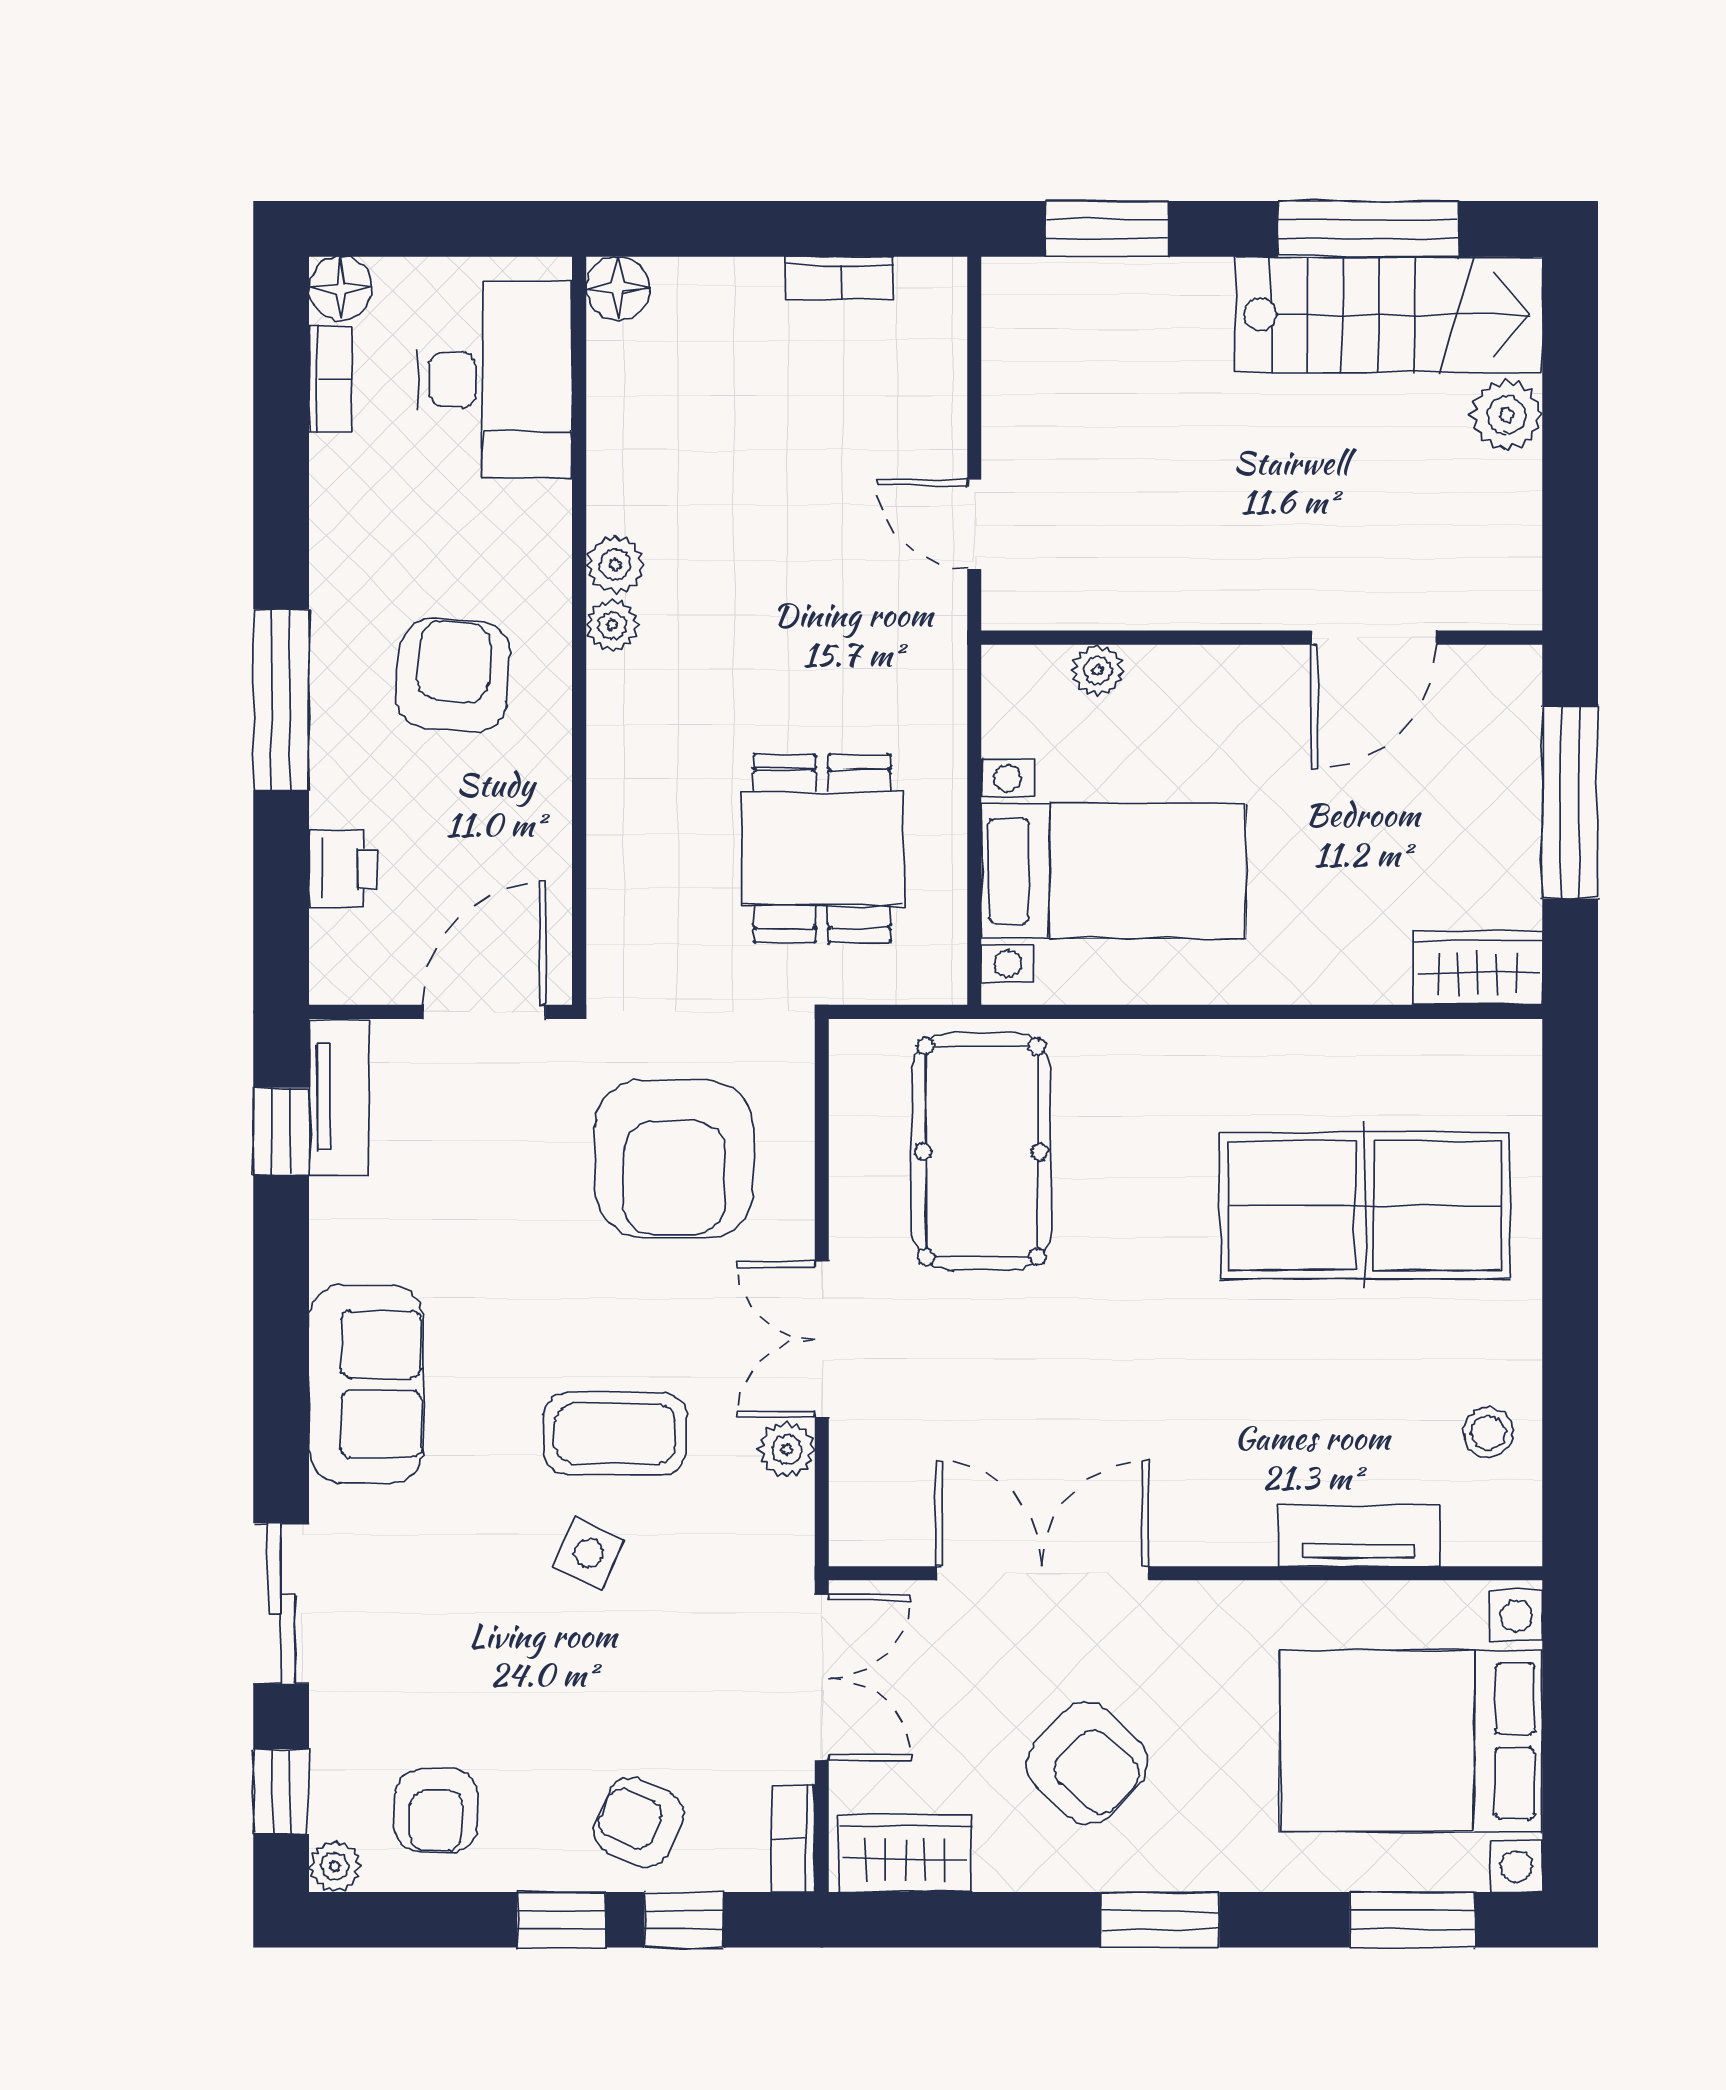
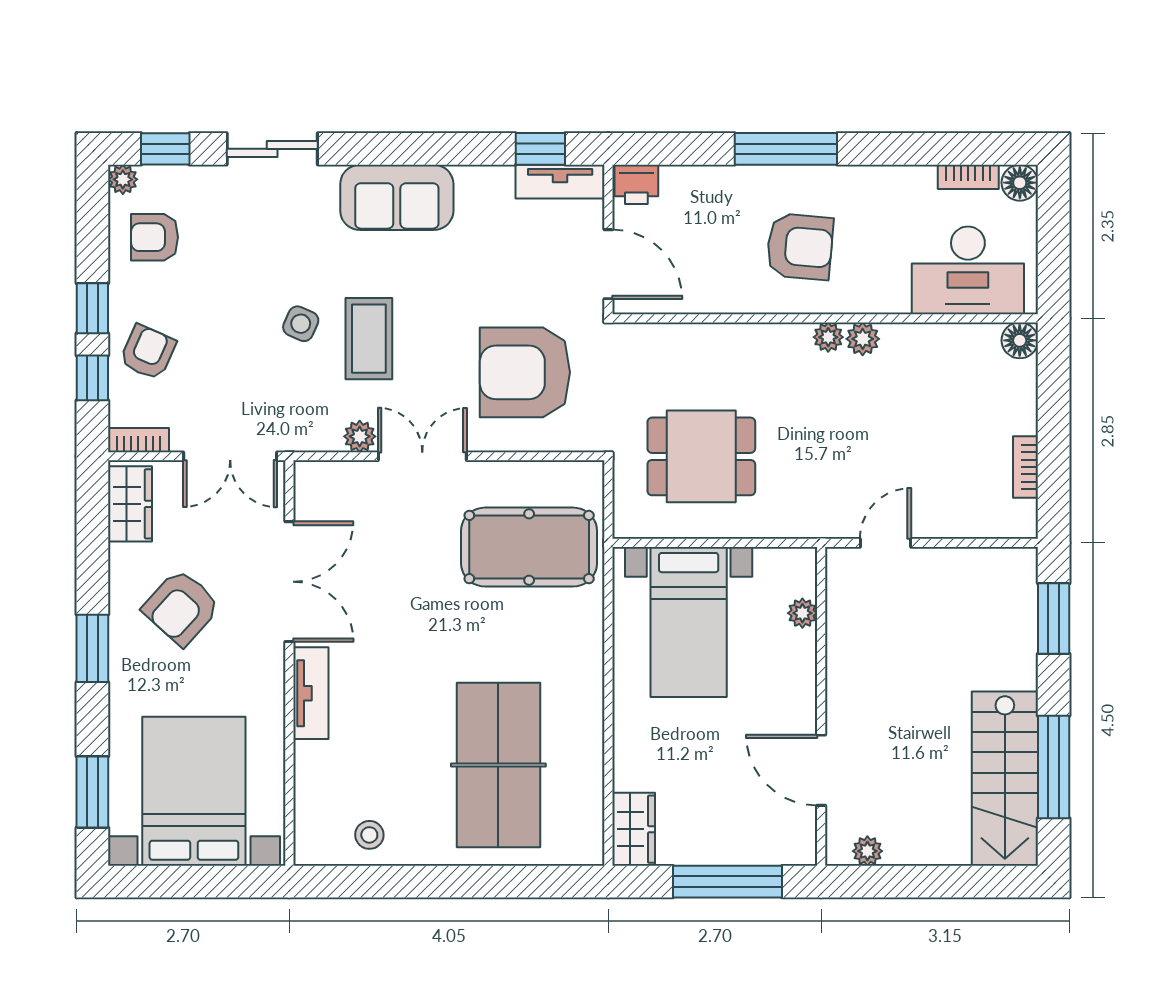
plant: (1506, 415) -> (867, 851), moved, width x0.73, depth x0.73
printer: (344, 869) -> (636, 184), moved
tv unit: (1359, 1535) -> (311, 693), moved

